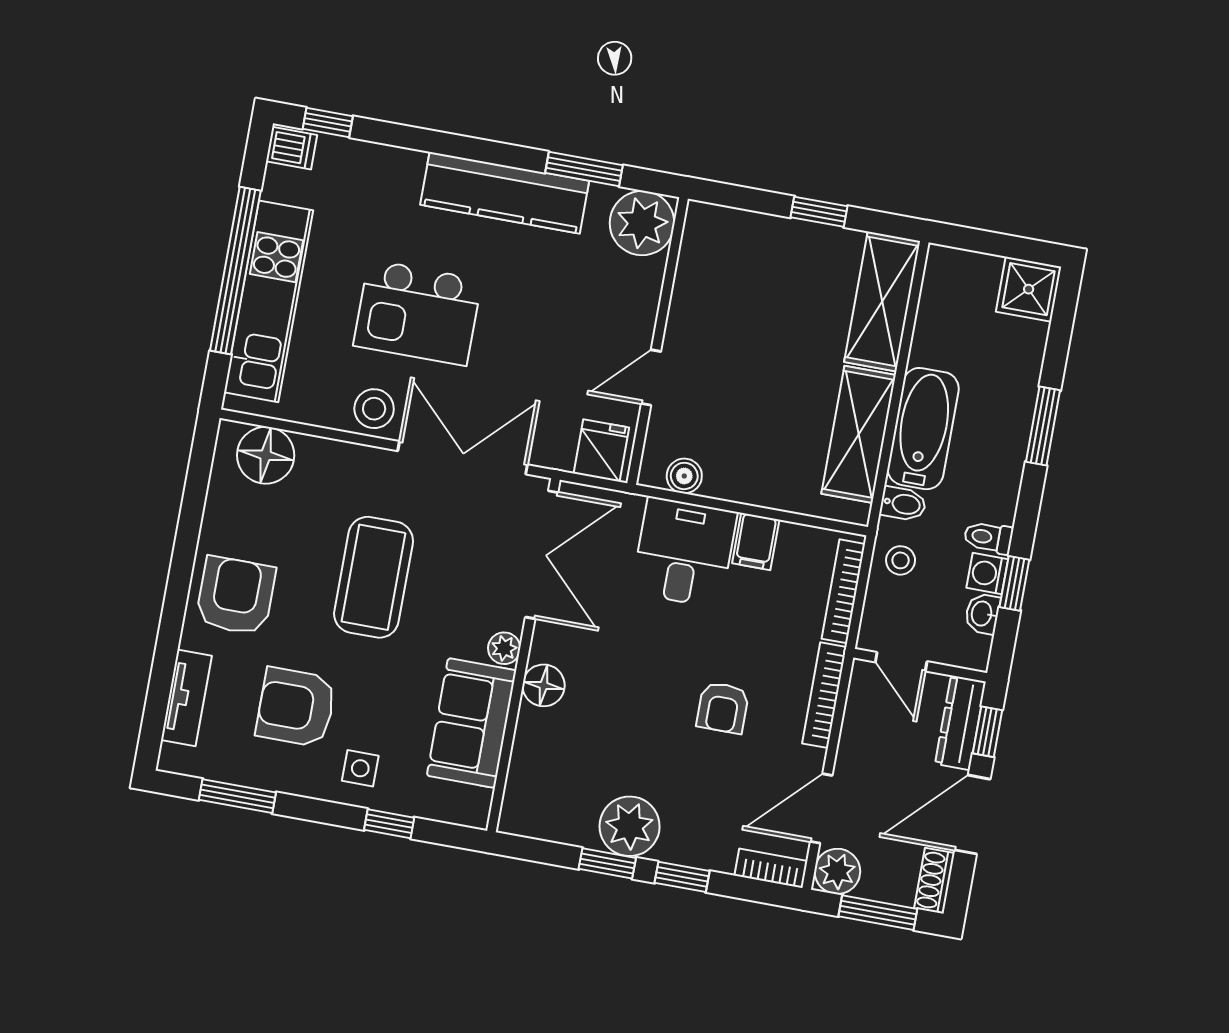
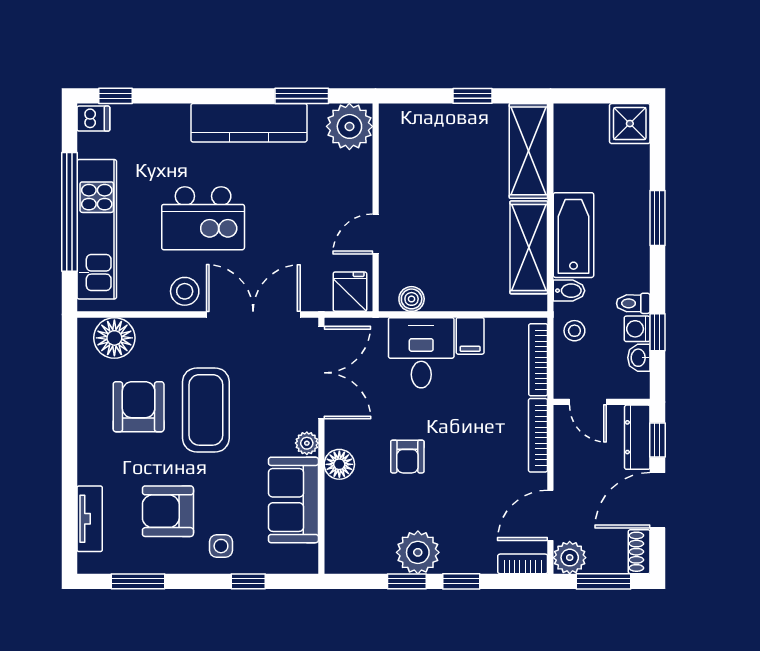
armchair: (236, 596) -> (139, 407), moved
armchair: (723, 708) -> (407, 457), moved

